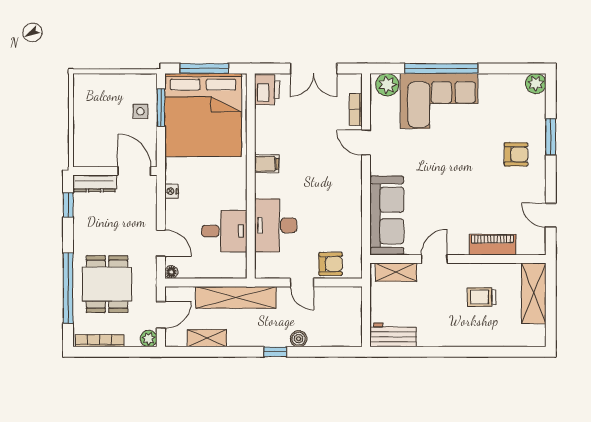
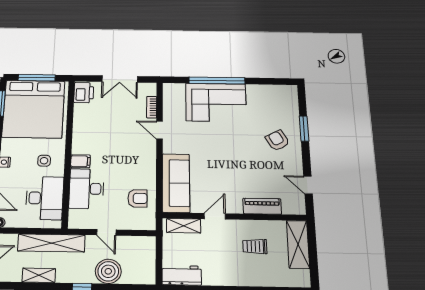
plant: (536, 83) -> (290, 92), removed
plant: (387, 85) -> (176, 91), removed
armchair: (516, 154) -> (277, 140), turned -119
filing cabinet: (267, 164) -> (80, 161), moved
side table: (221, 188) -> (44, 161), added
desk: (224, 231) -> (45, 198), width x1.37
armchair: (331, 264) -> (137, 198), moved
shelving: (207, 338) -> (39, 275), moved
boiler: (299, 339) -> (108, 271), width x1.86, depth x1.86

